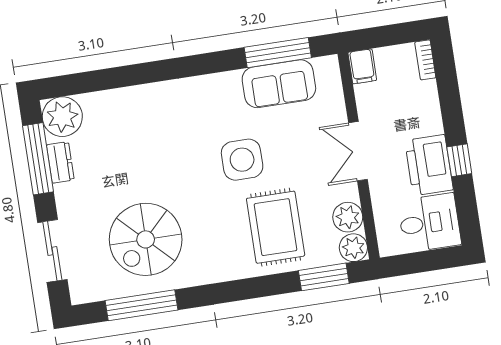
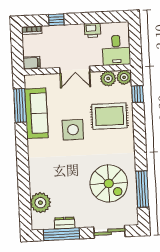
sofa: (279, 84) -> (36, 113), width x1.36
plant: (62, 117) -> (40, 203), moved
window: (459, 160) -> (56, 20), moved
printer: (429, 165) -> (93, 30), width x0.53, depth x0.68
desk: (429, 223) -> (116, 50), moved, turned 180
window: (324, 277) -> (138, 94), width x0.67

